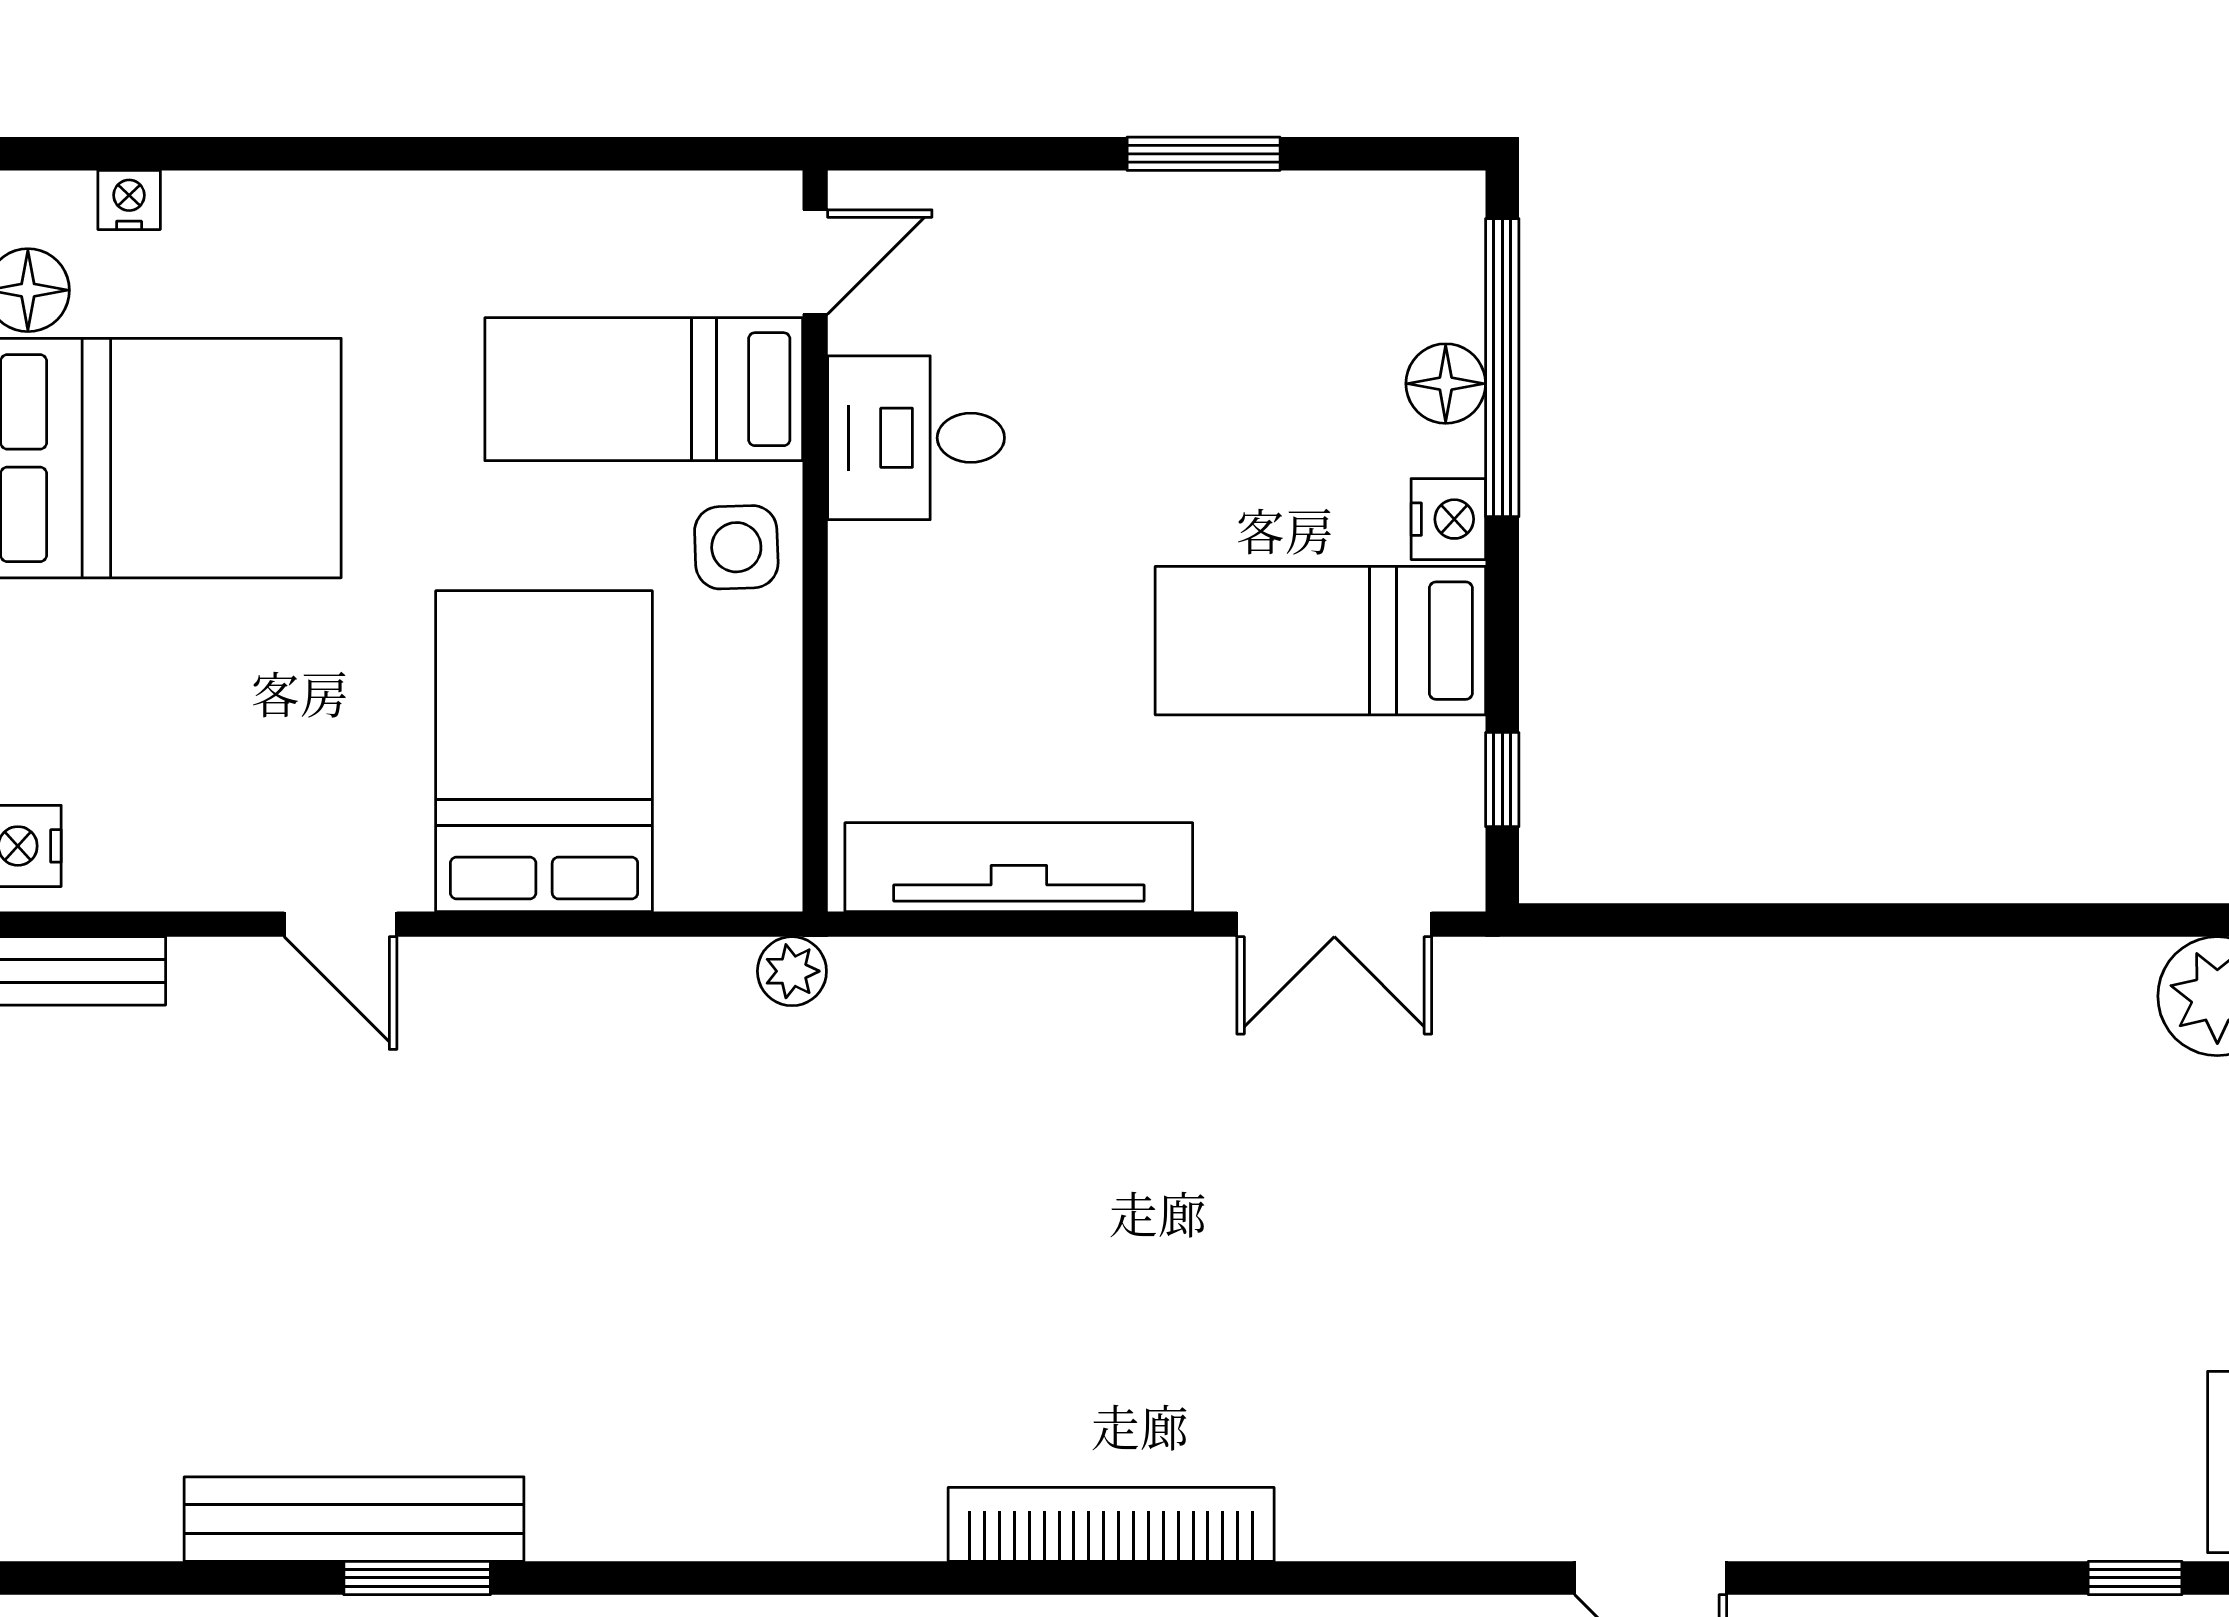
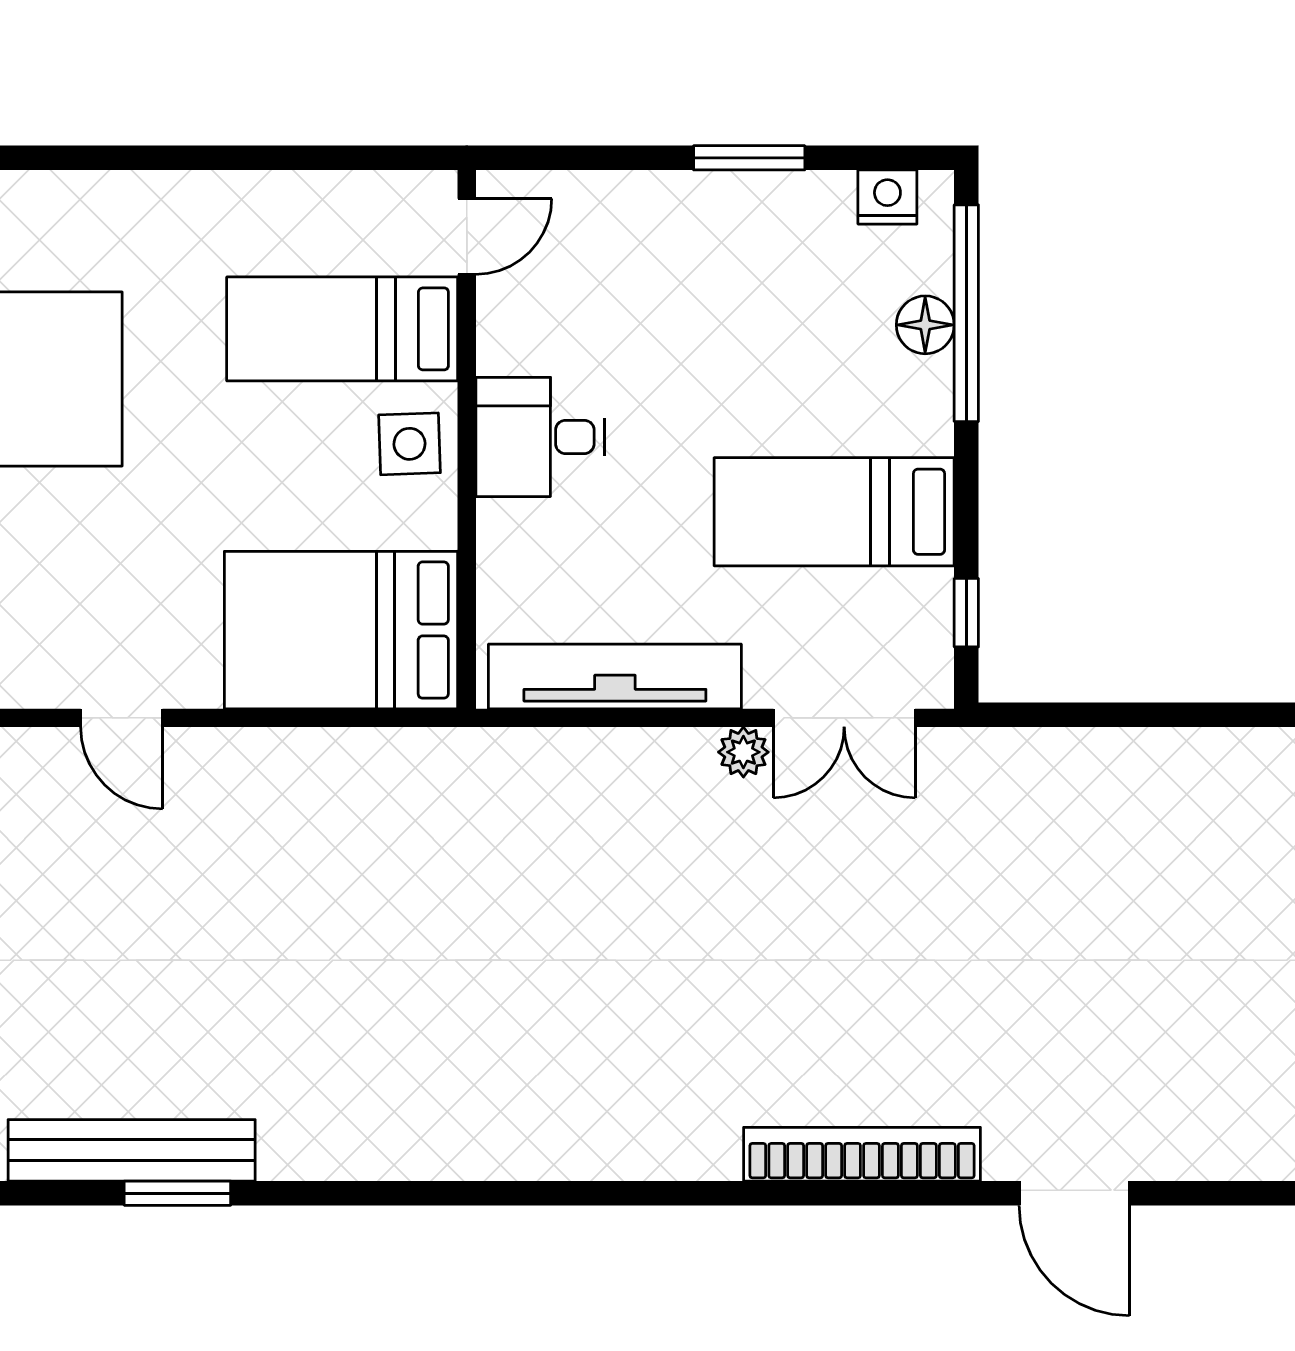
desk: (916, 438) -> (540, 437), moved
nightstand: (1448, 519) -> (887, 197), moved, turned -90
bed: (544, 751) -> (341, 630), moved, turned -90
plant: (792, 971) -> (743, 752), moved
bookcase: (1111, 1524) -> (862, 1154), moved

